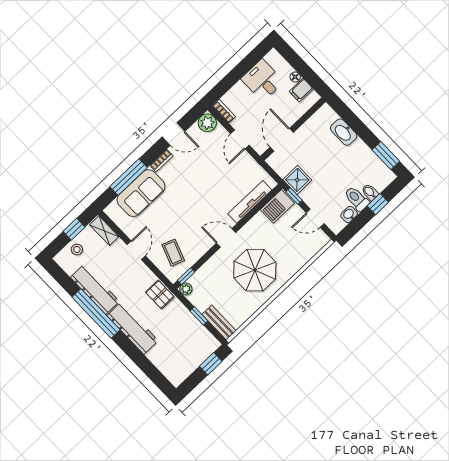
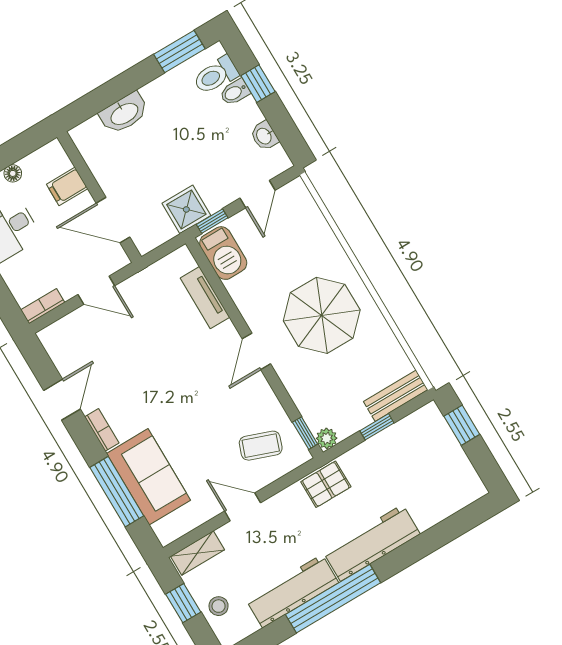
filing cabinet: (301, 90) -> (67, 186), moved, turned 90
plant: (207, 123) -> (56, 339), removed
toilet: (357, 199) -> (216, 75), moved
tv unit: (250, 202) -> (205, 298), width x0.71

